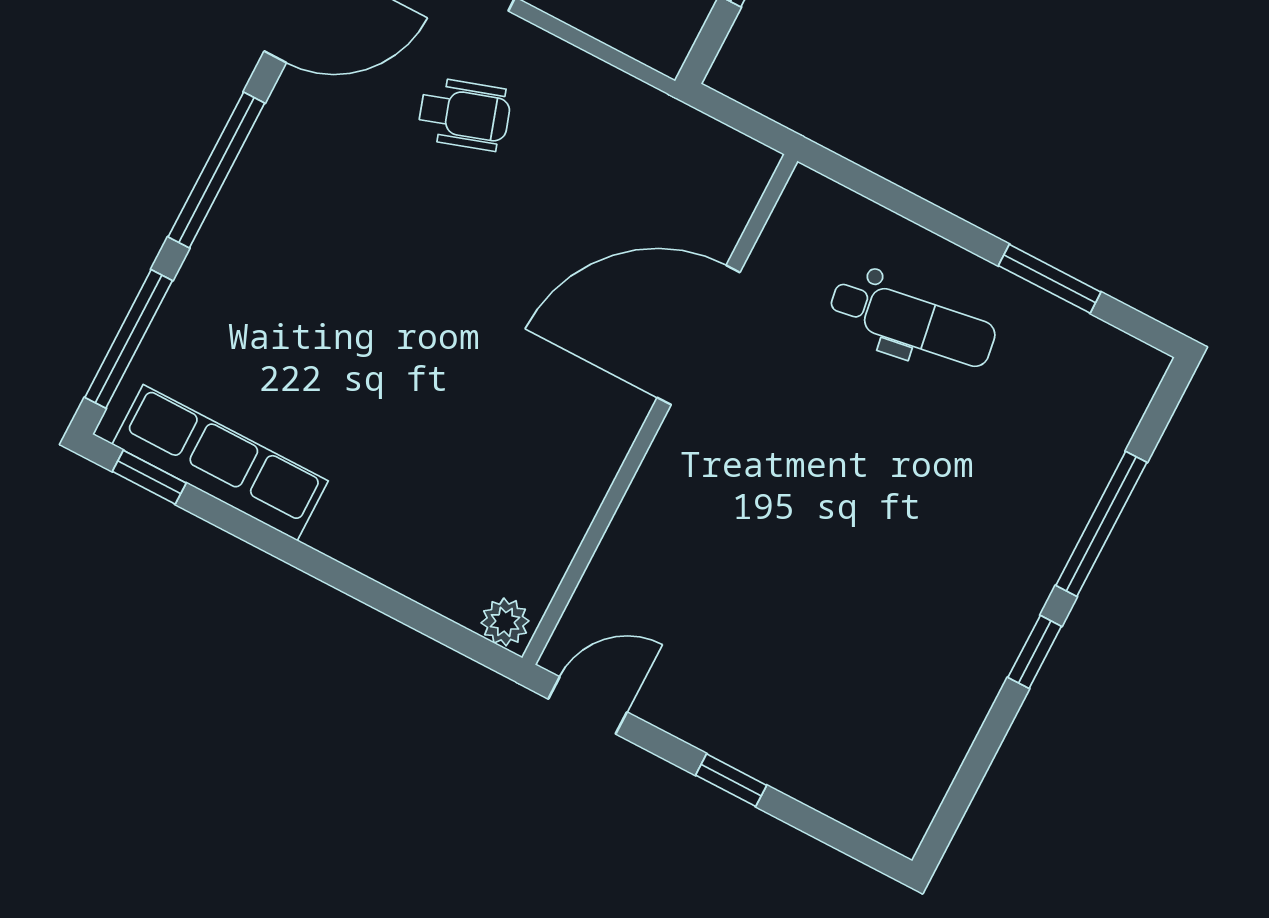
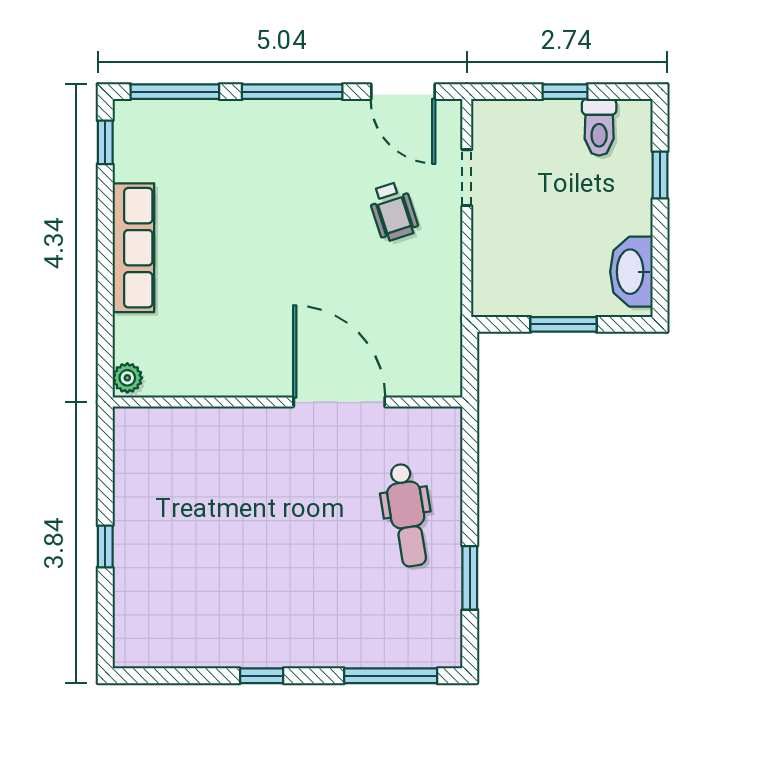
row of seats: (220, 463) -> (133, 248), moved
window: (1101, 524) -> (391, 676), moved
door: (588, 705) -> (105, 447), removed

